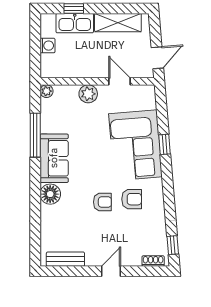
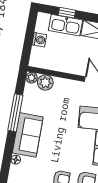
plant: (88, 94) -> (45, 83), moved
floor lamp: (50, 194) -> (16, 160), width x0.53, depth x0.53

